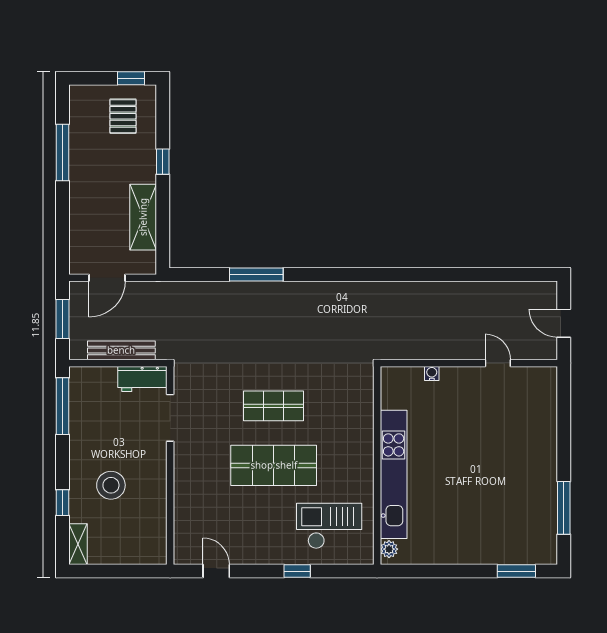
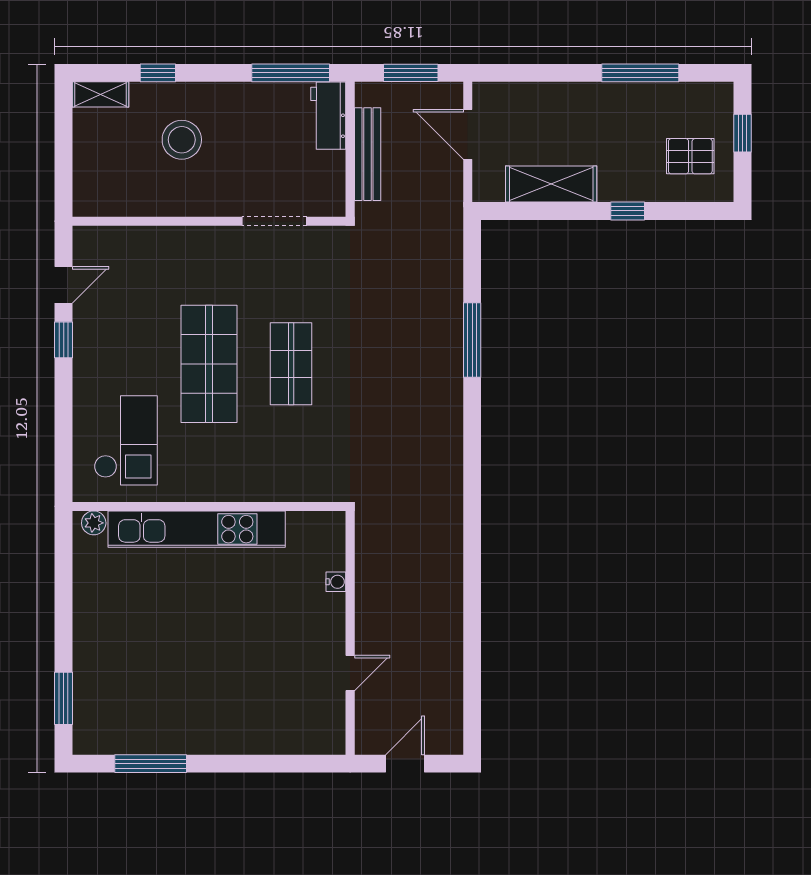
window: (131, 78) -> (743, 133), moved
workbench: (142, 379) -> (328, 116), moved
window: (297, 571) -> (64, 340), moved

